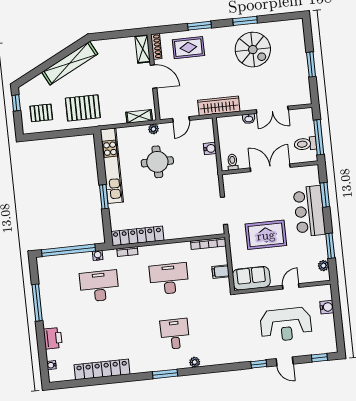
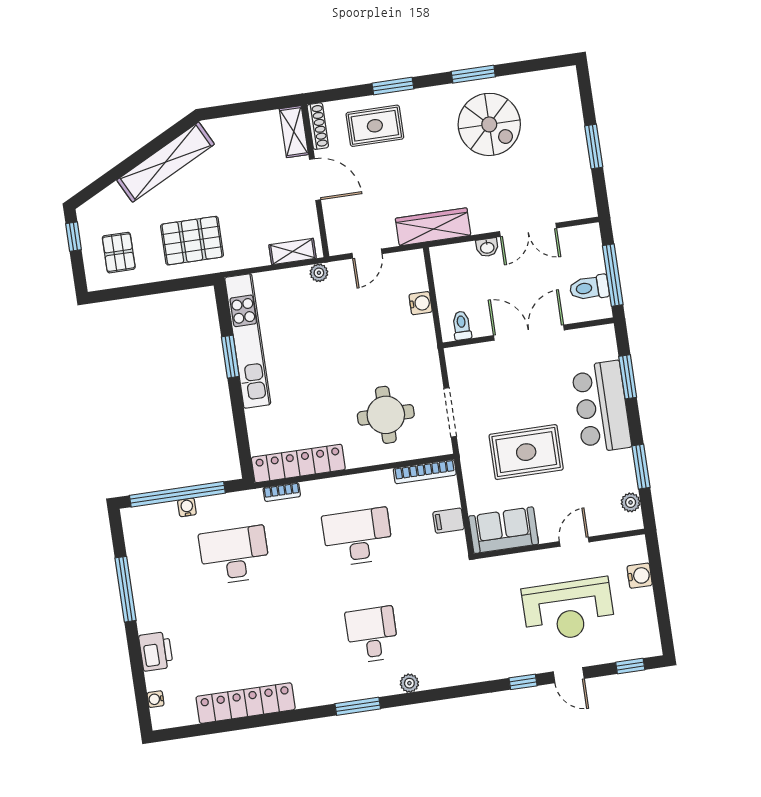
pallet: (41, 113) -> (119, 253), turned 90
round table: (157, 162) -> (386, 415), moved
window: (104, 197) -> (230, 357), moved
water cooler: (98, 255) -> (187, 507), moved

